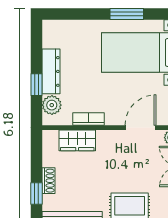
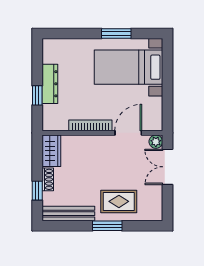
plant: (52, 105) -> (51, 113), removed
bookcase: (88, 119) -> (90, 125), width x1.56
wardrobe: (77, 140) -> (51, 151), moved, turned -90

